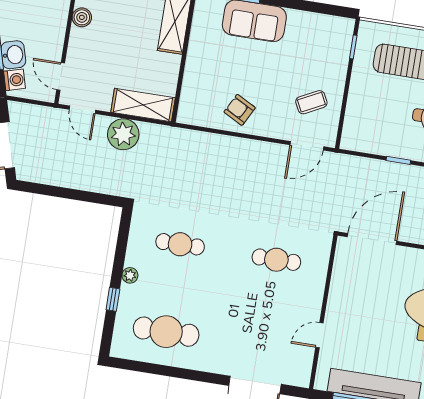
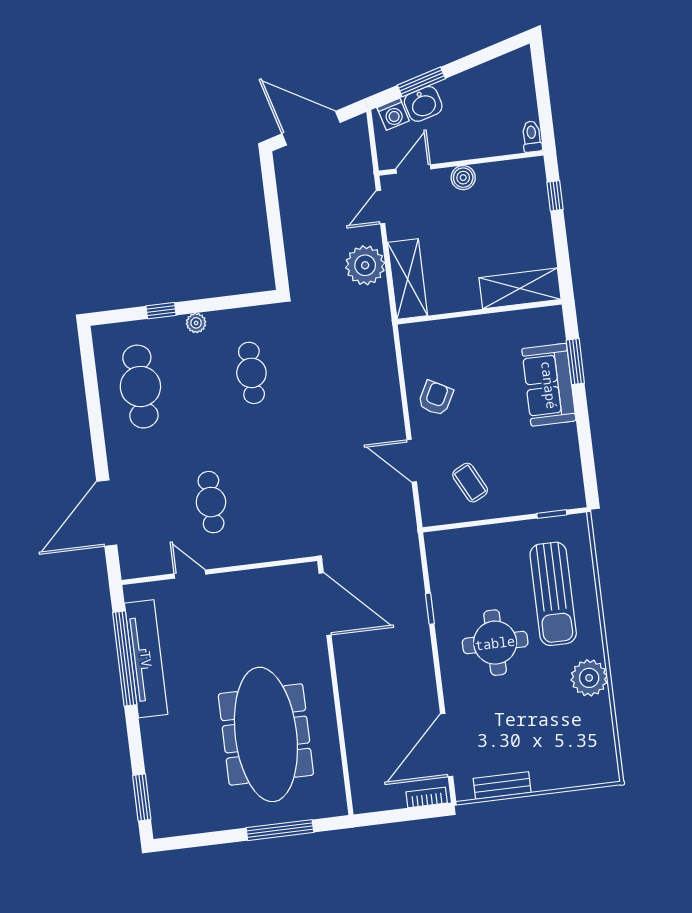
boiler: (82, 17) -> (463, 178), moved
door: (307, 146) -> (412, 461), moved
cafe table: (276, 260) -> (211, 502), moved

